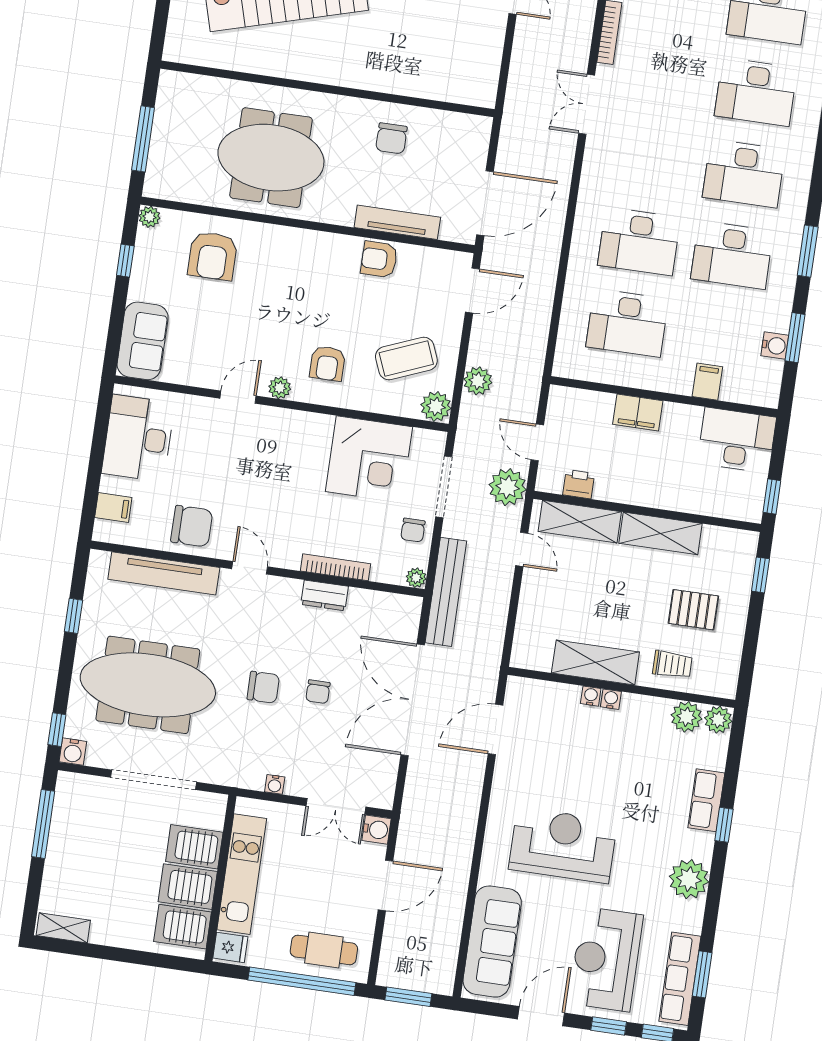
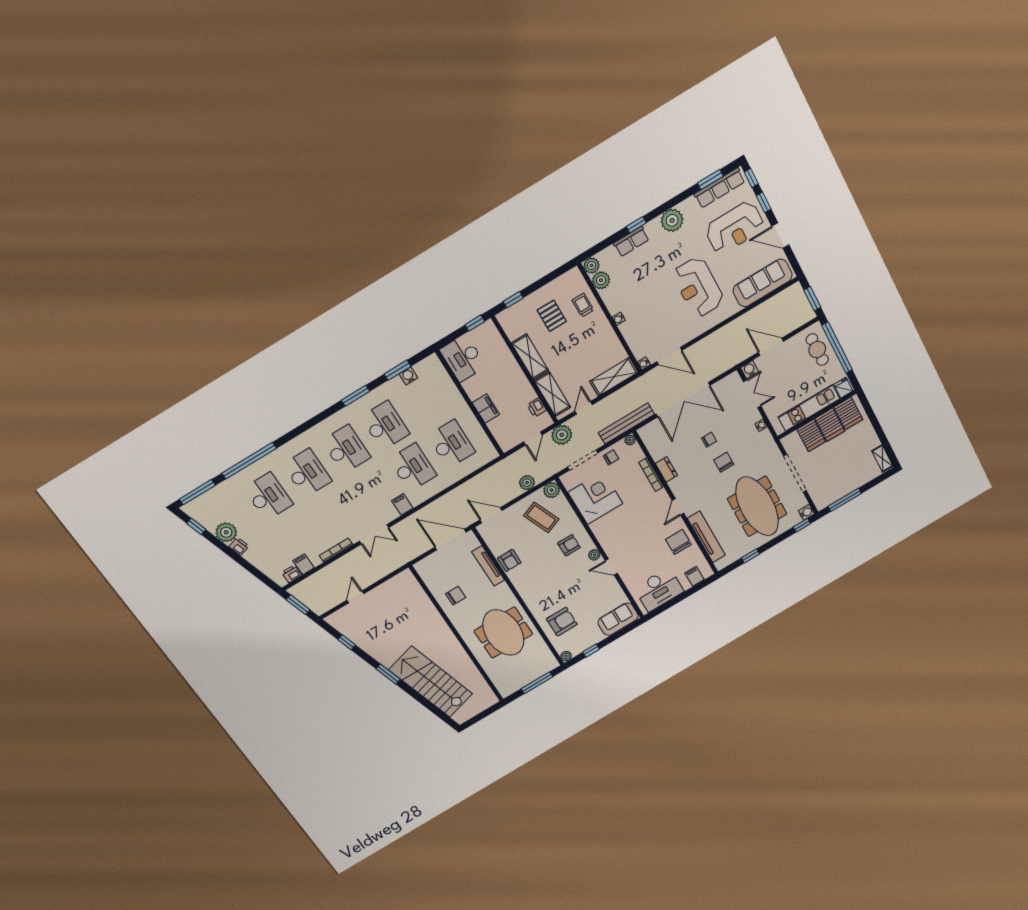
filing cabinet: (707, 382) -> (402, 504), moved, turned 90
shelving: (595, 662) -> (614, 377), moved, turned 90
water cooler: (591, 696) -> (644, 363), moved

